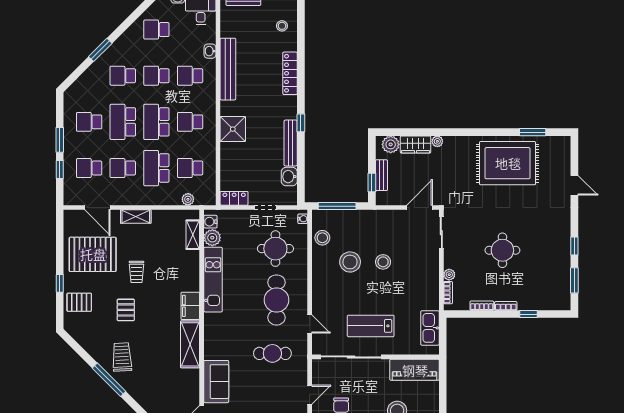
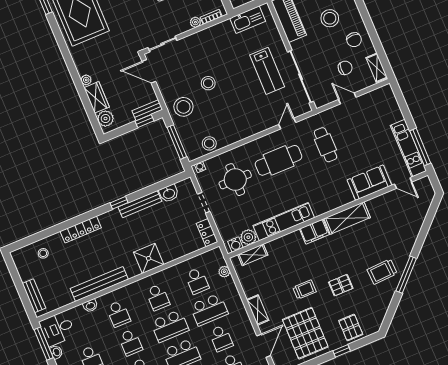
bench: (381, 175) -> (147, 110), moved
stool: (350, 262) -> (183, 107), moved

